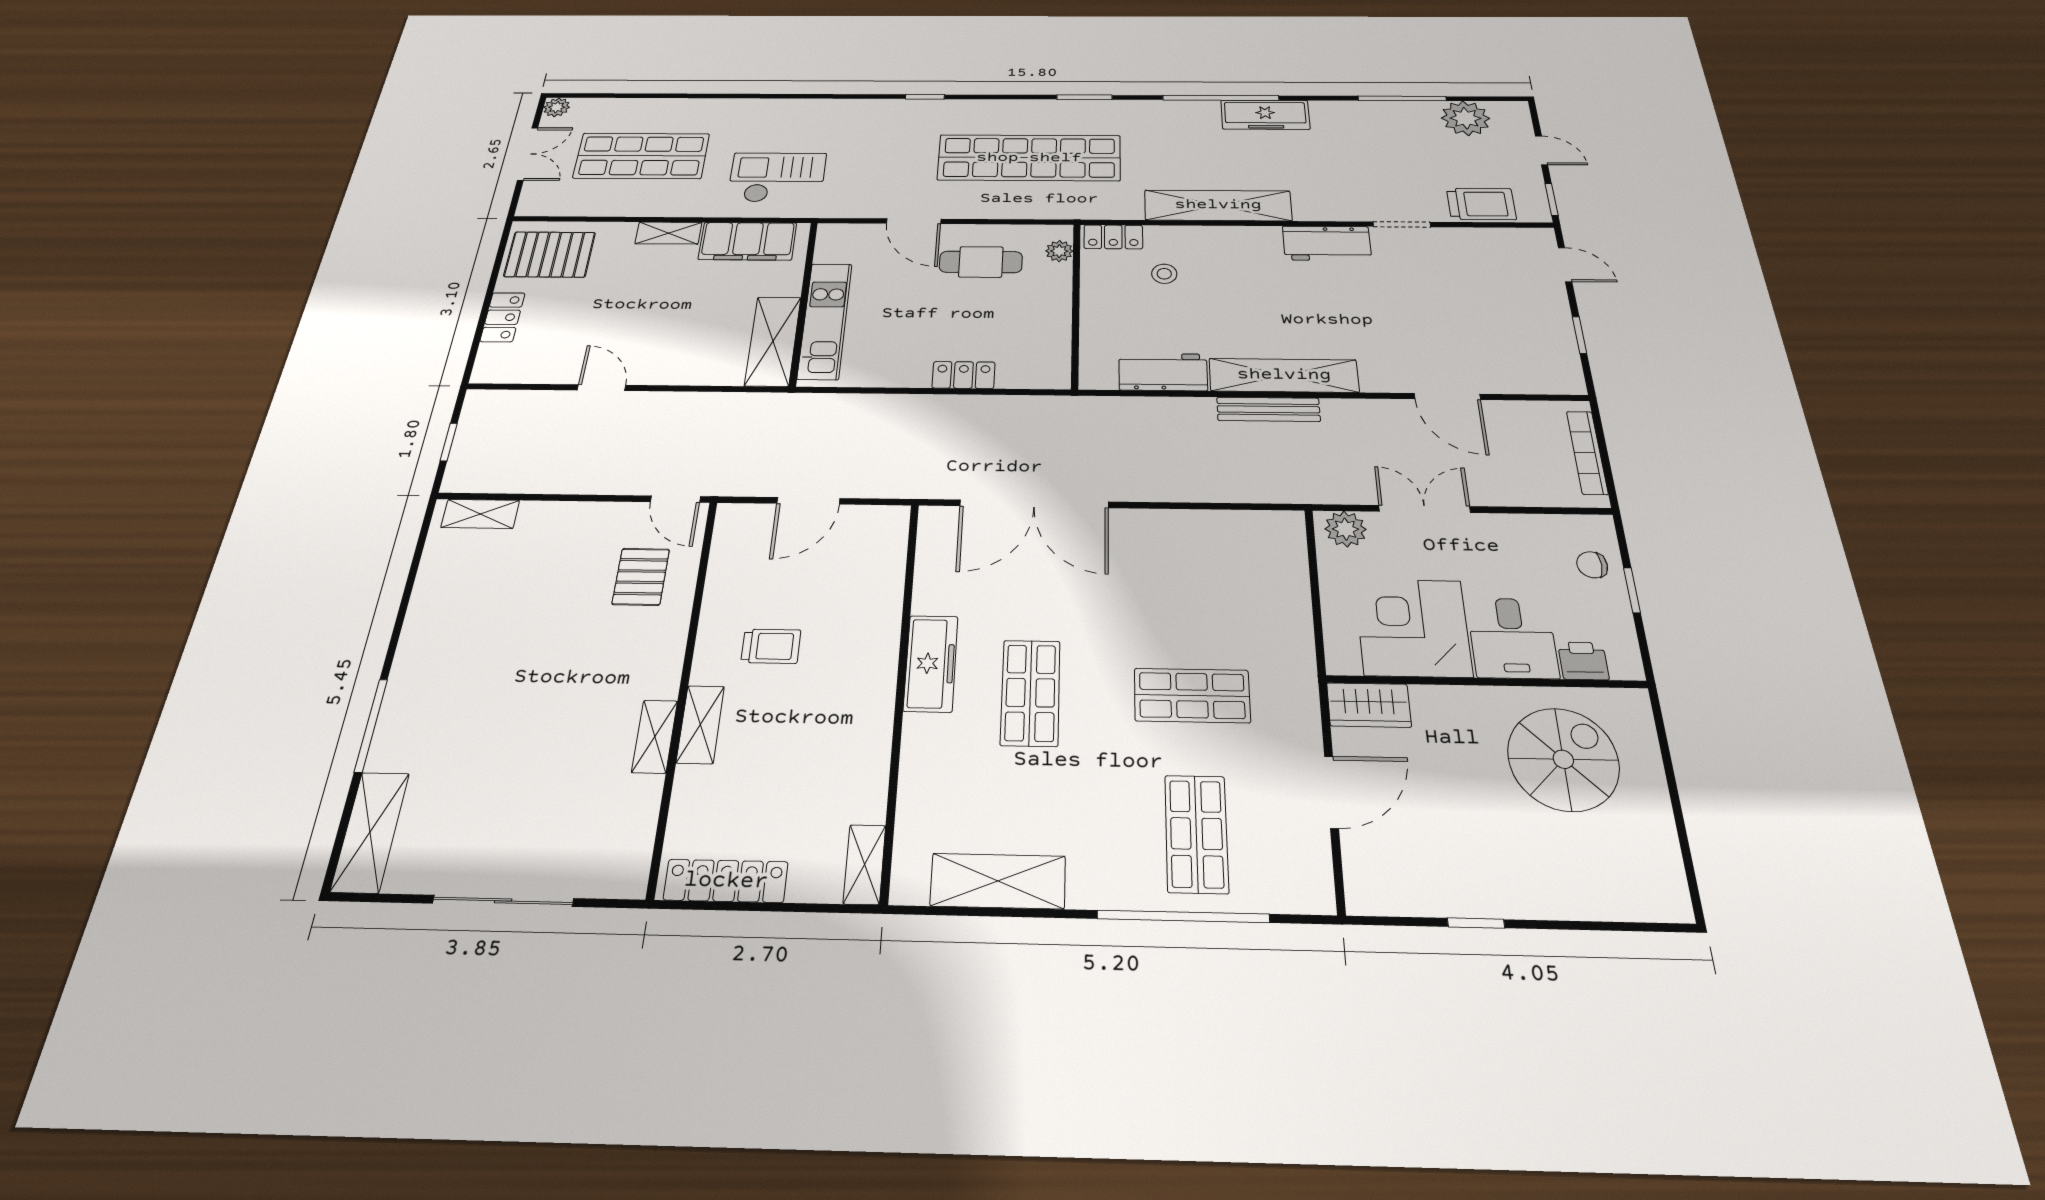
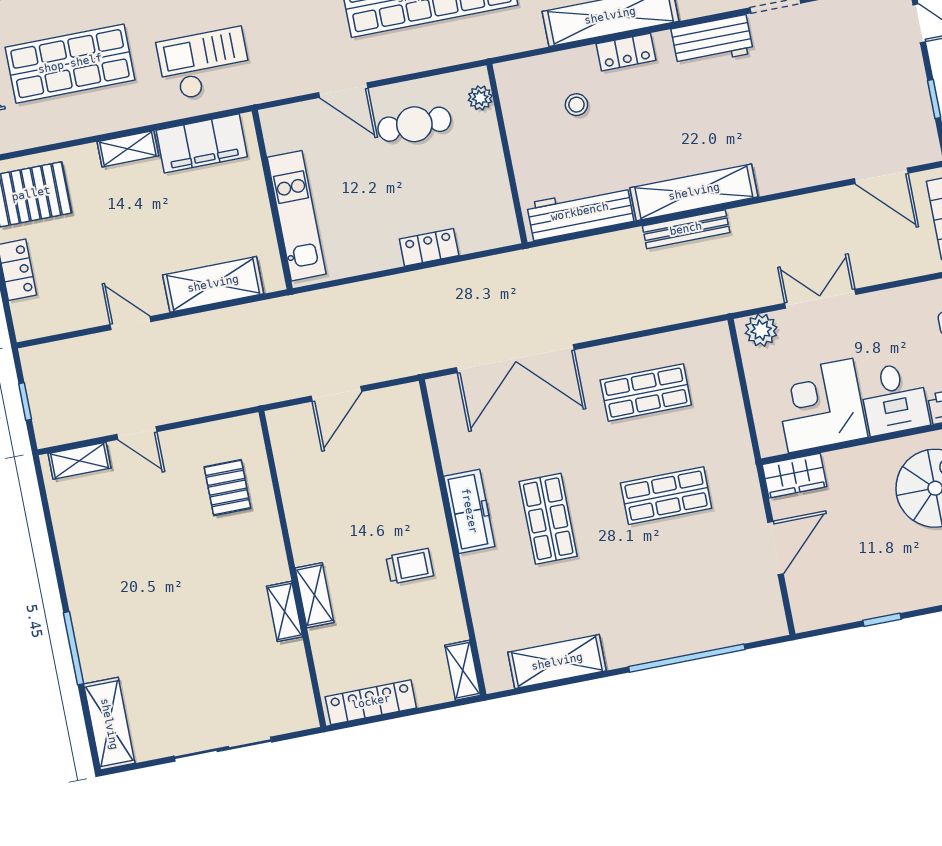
locker: (1113, 237) -> (626, 52), moved
shelving: (773, 341) -> (213, 284), moved, turned 90
workbench: (1163, 372) -> (580, 212), width x1.38
door: (1447, 397) -> (881, 176), moved
door: (675, 499) -> (137, 433), moved
trolley: (771, 646) -> (410, 566), moved
shop shelf: (1196, 834) -> (646, 393), moved, turned 90

